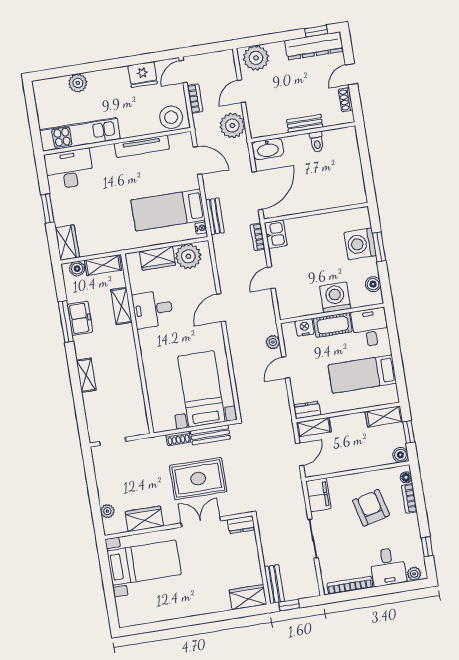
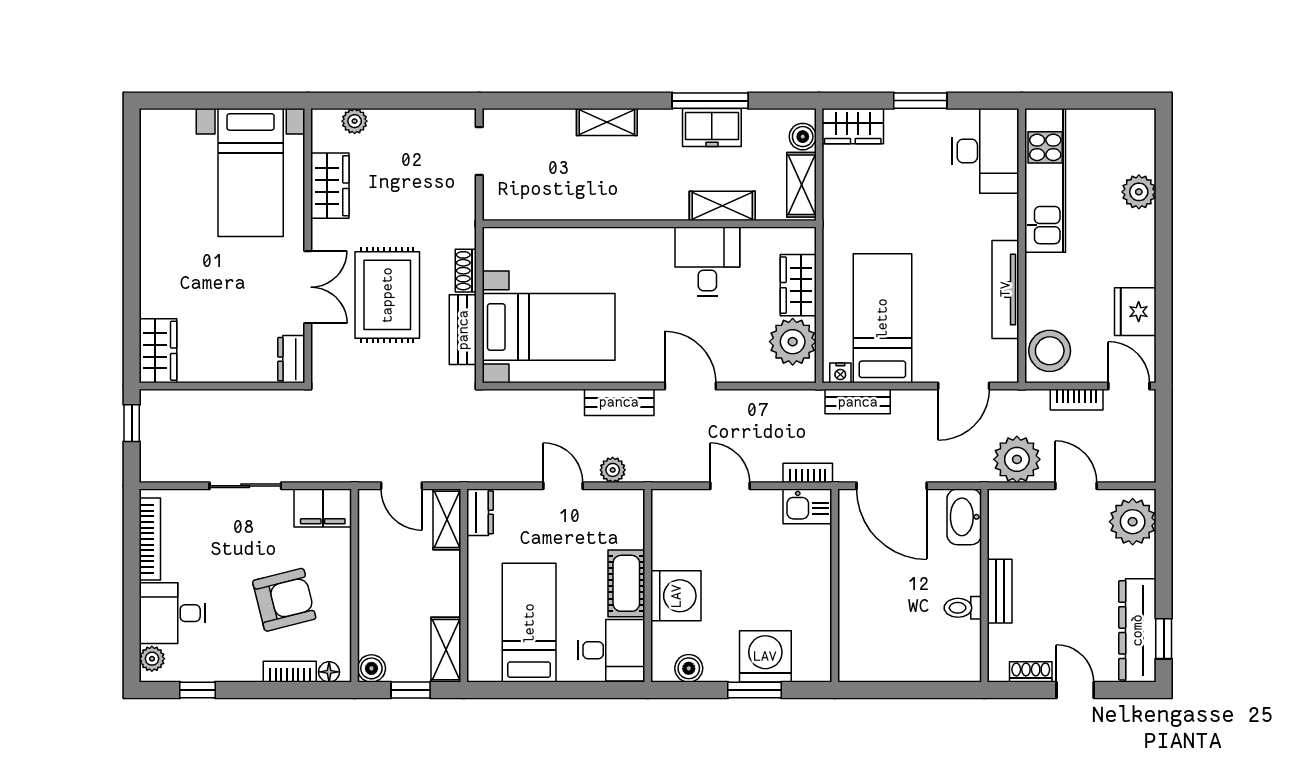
nightstand: (305, 327) -> (630, 532), removed
bench: (274, 584) -> (619, 402), moved

